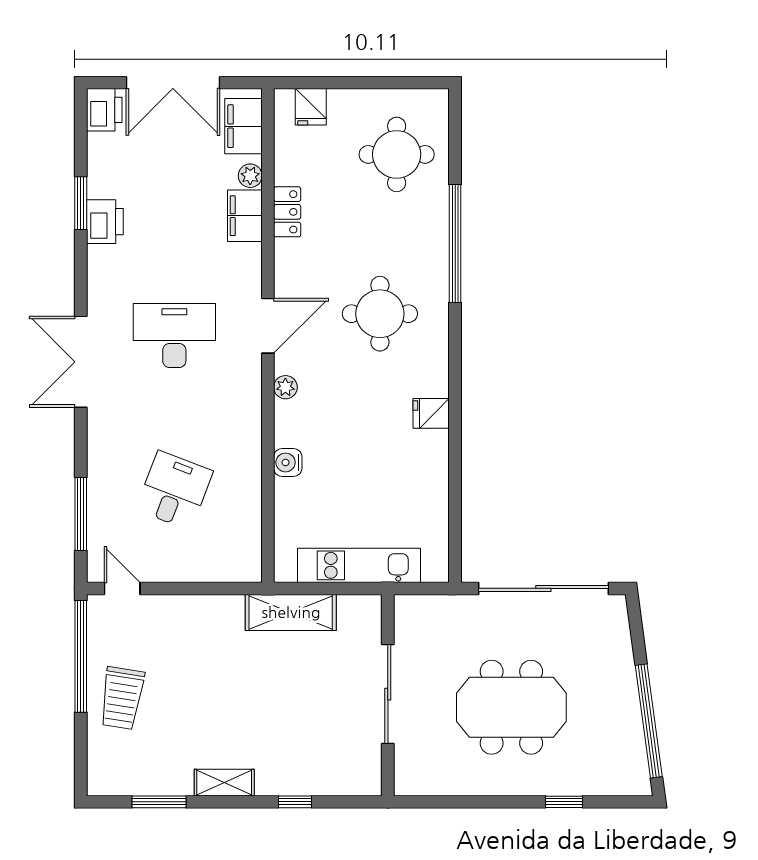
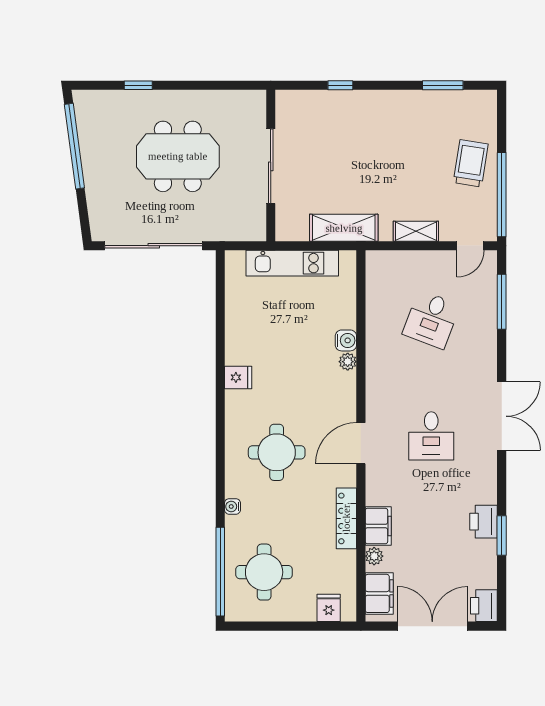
locker: (287, 212) -> (346, 518), width x1.53
water cooler: (439, 242) -> (232, 506), added
window: (455, 244) -> (220, 572), moved
desk: (174, 336) -> (431, 436), width x0.73
plant: (285, 387) -> (348, 362), moved
door: (122, 588) -> (470, 246), hinge flipped
shelving: (224, 783) -> (416, 231), moved

